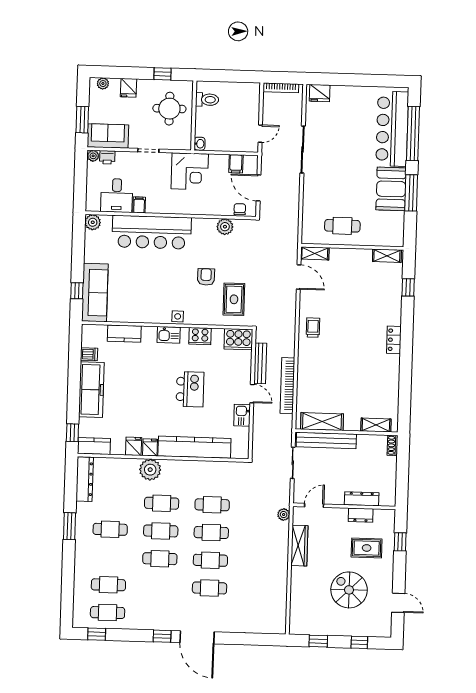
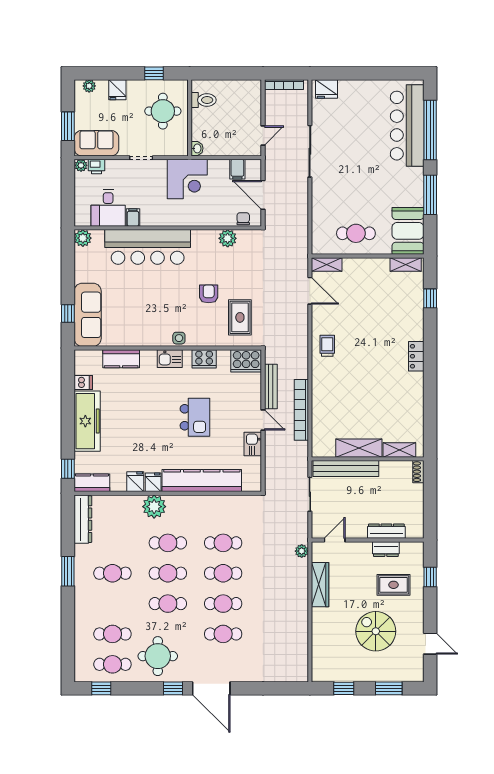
booth: (391, 189) -> (408, 231), moved
shelving: (322, 422) -> (359, 448), moved
round table: (149, 606) -> (158, 656), added
window: (359, 642) -> (389, 688), width x1.50

